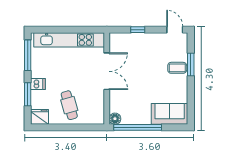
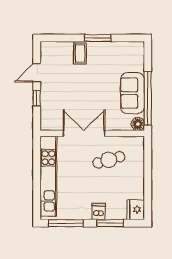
door: (175, 30) -> (37, 73), moved
window: (191, 65) -> (98, 38), moved
cafe table: (69, 105) -> (109, 160), moved
sofa: (170, 114) -> (132, 93), moved

